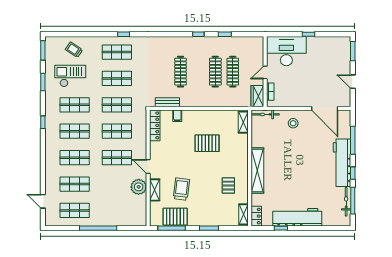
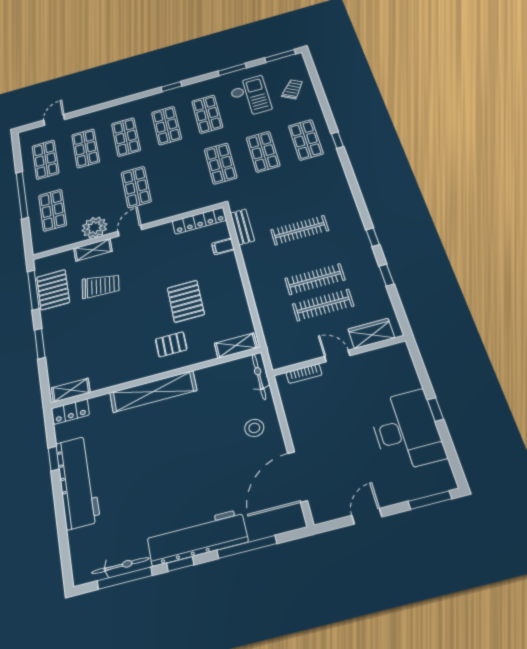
desk: (286, 51) -> (406, 430), moved
wardrobe: (257, 96) -> (371, 333), moved
shop shelf: (117, 131) -> (53, 210), moved
pallet: (228, 186) -> (171, 344), moved

